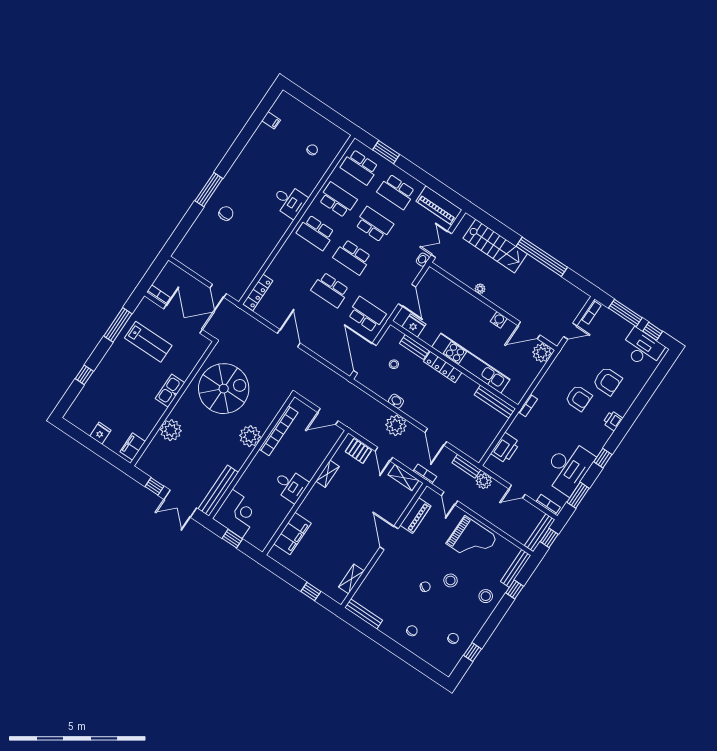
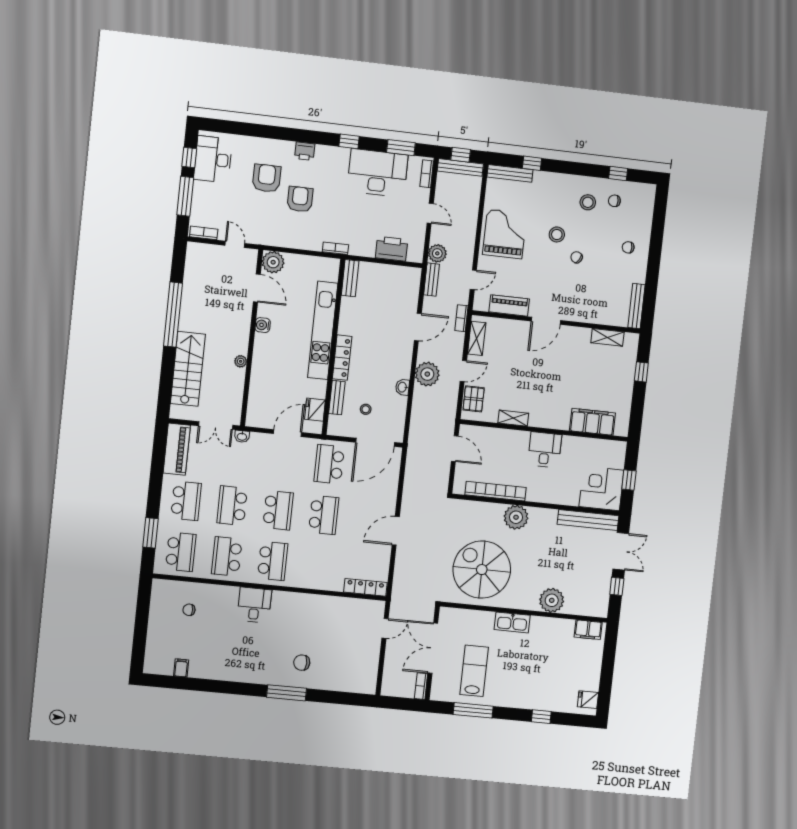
bench: (495, 402) -> (350, 278), width x0.73
fridge: (100, 433) -> (588, 700), moved
stool: (486, 596) -> (588, 202), moved

